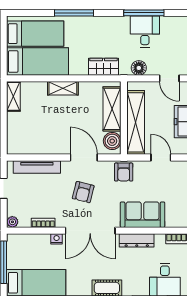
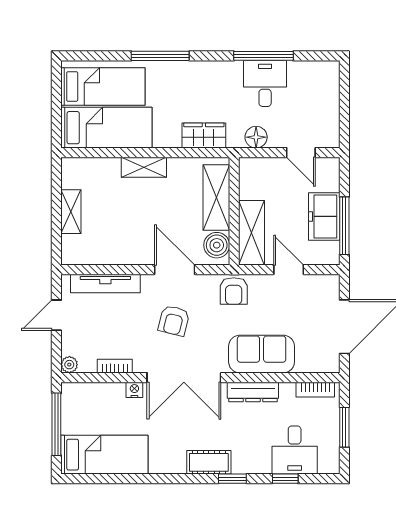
shelving: (13, 96) -> (71, 212), moved
shelving: (136, 122) -> (251, 233), width x0.68

